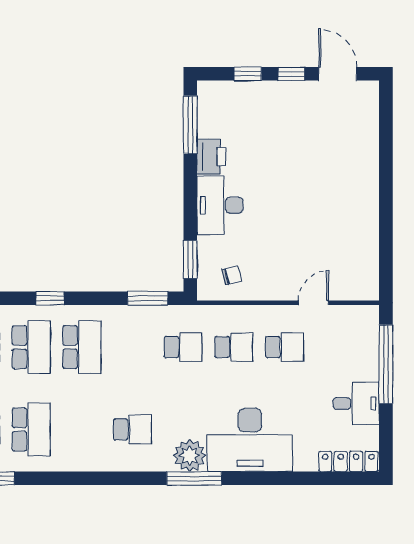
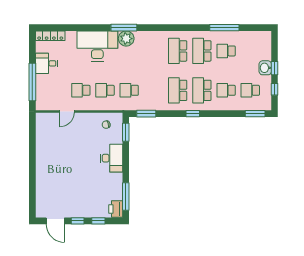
printer: (211, 157) -> (116, 209), moved
school desk: (132, 430) -> (178, 51), moved, width x1.85

